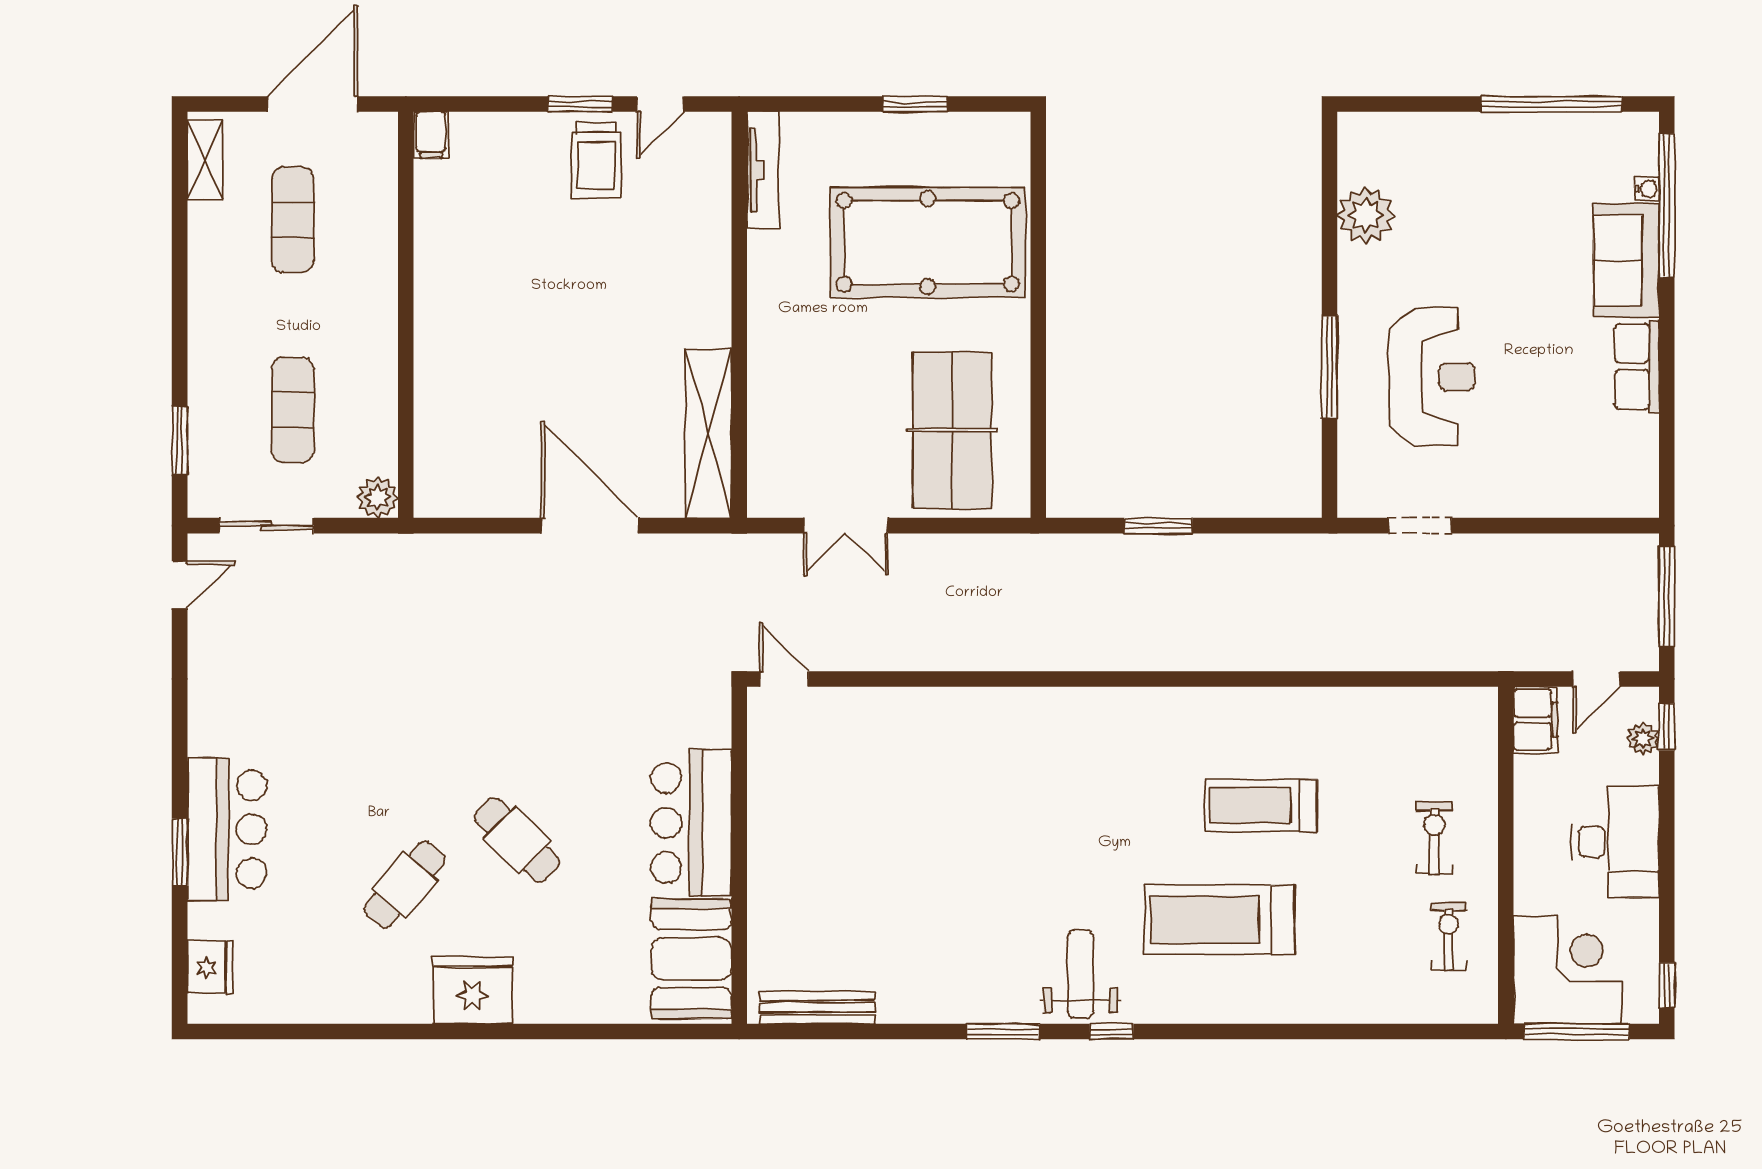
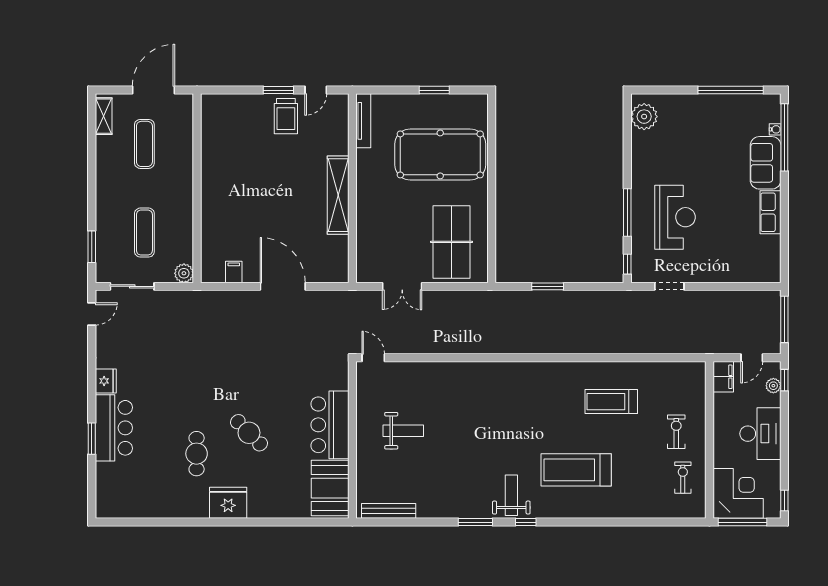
filing cabinet: (431, 135) -> (234, 272), moved, turned 180
plant: (1366, 215) -> (644, 117), moved
shelving: (709, 434) -> (338, 195), moved
window: (1329, 478) -> (627, 264), added
treadmill: (1261, 805) -> (611, 402), moved
weight bench: (849, 836) -> (403, 431), added
cafe table: (405, 885) -> (197, 454), turned -41
fridge: (210, 967) -> (106, 381), moved

